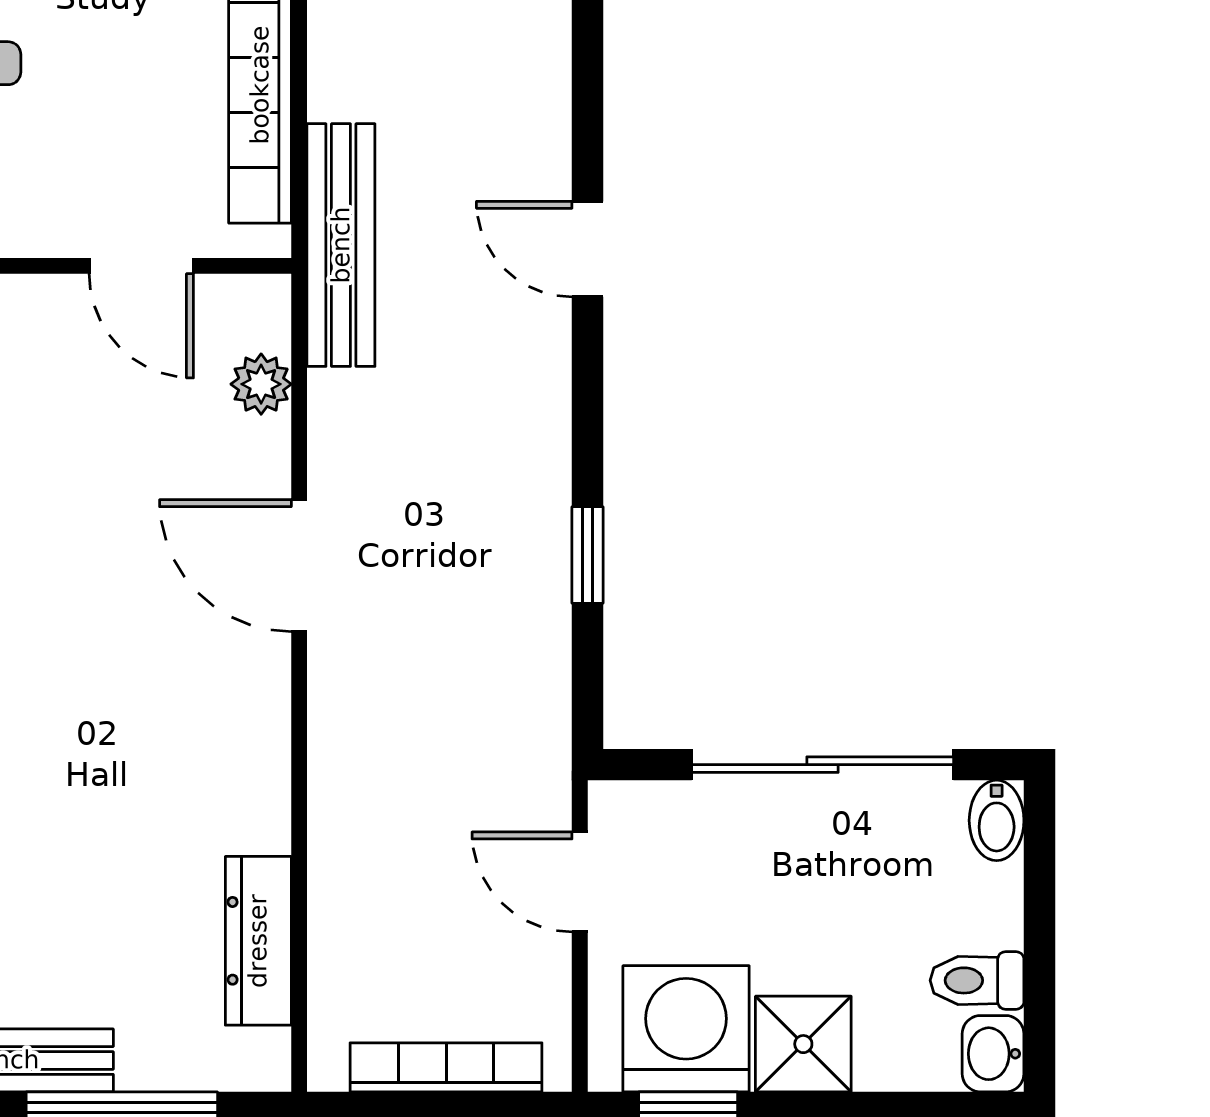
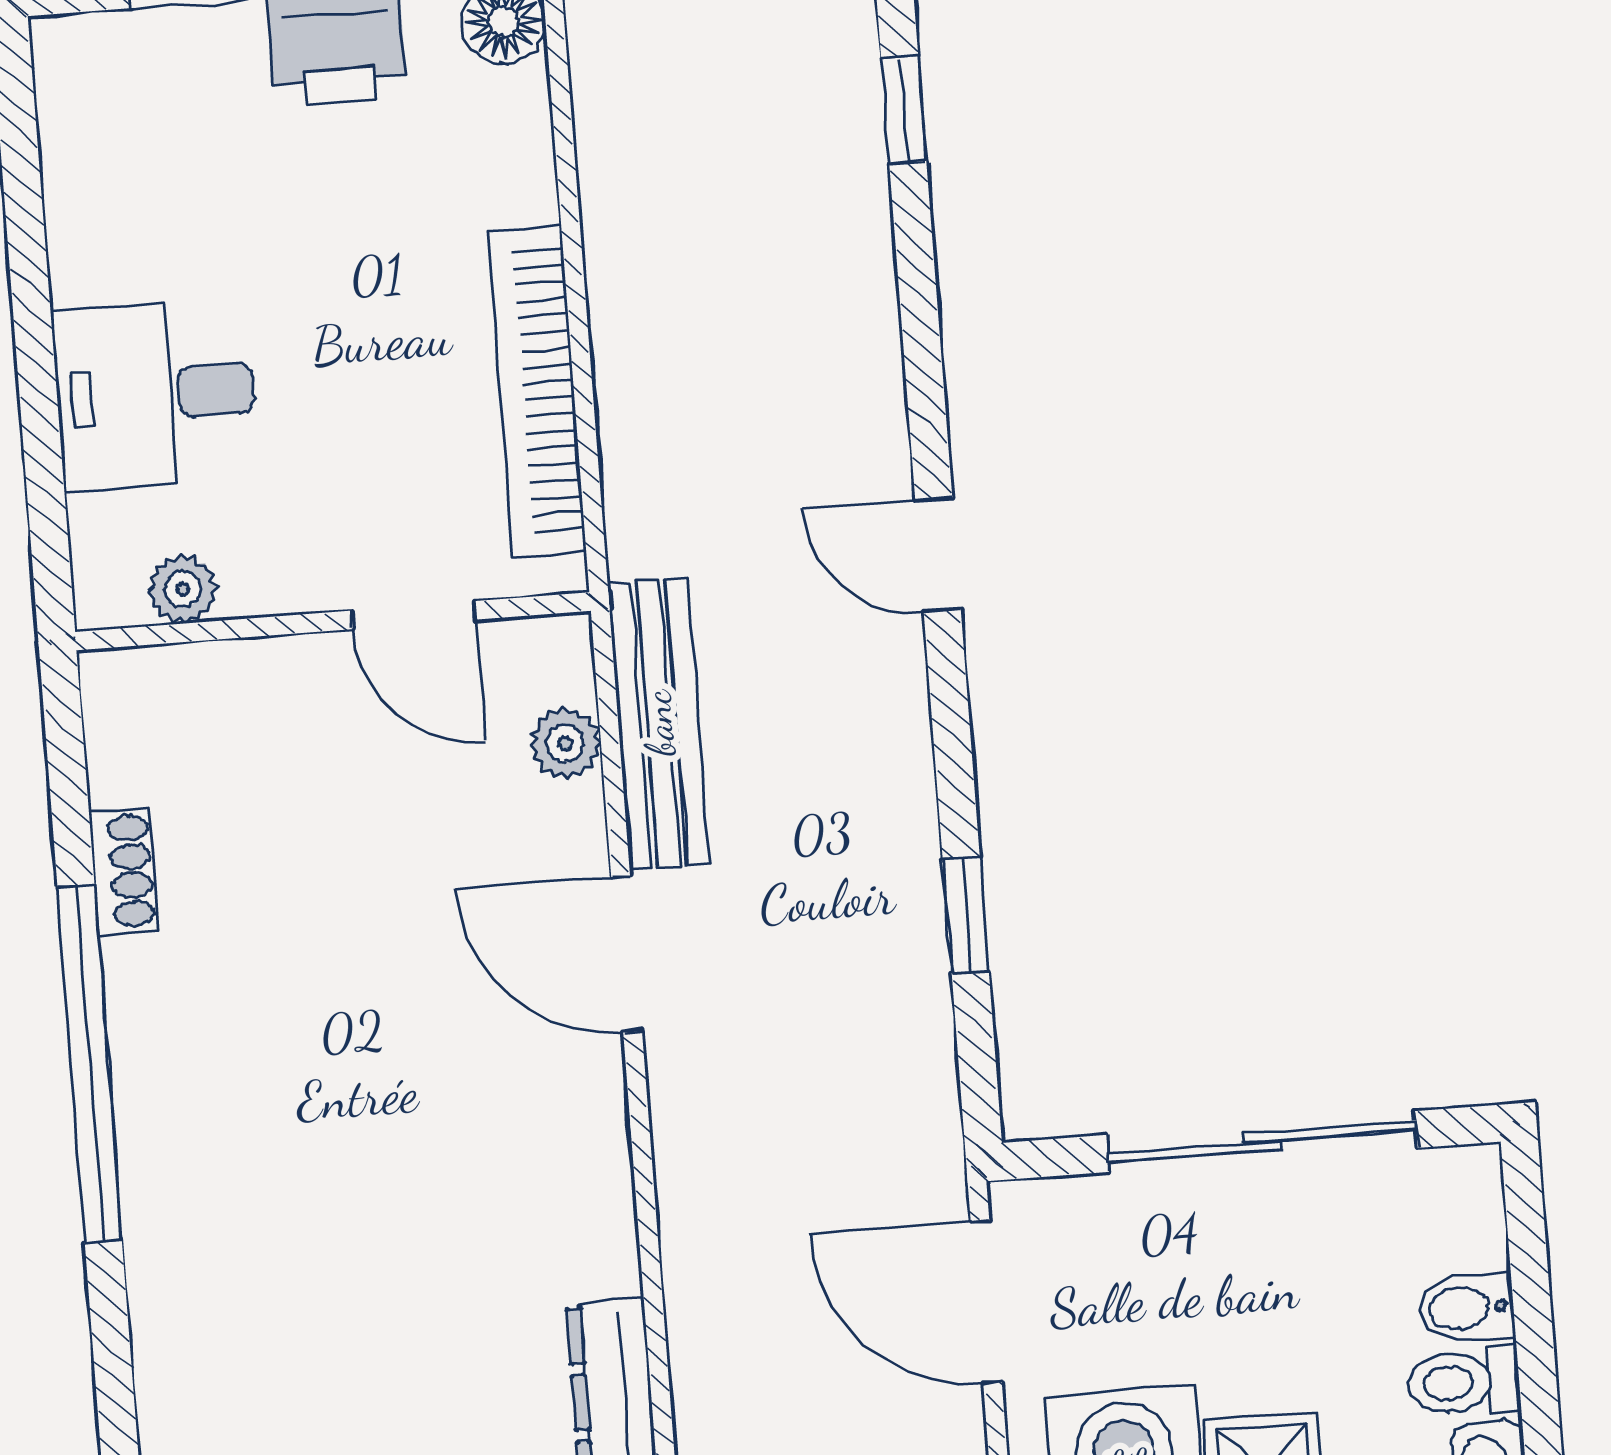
bench: (341, 245) -> (658, 723), moved
bidet: (997, 820) -> (1466, 1308), moved, turned 90
door: (580, 882) -> (986, 1302), width x1.38

